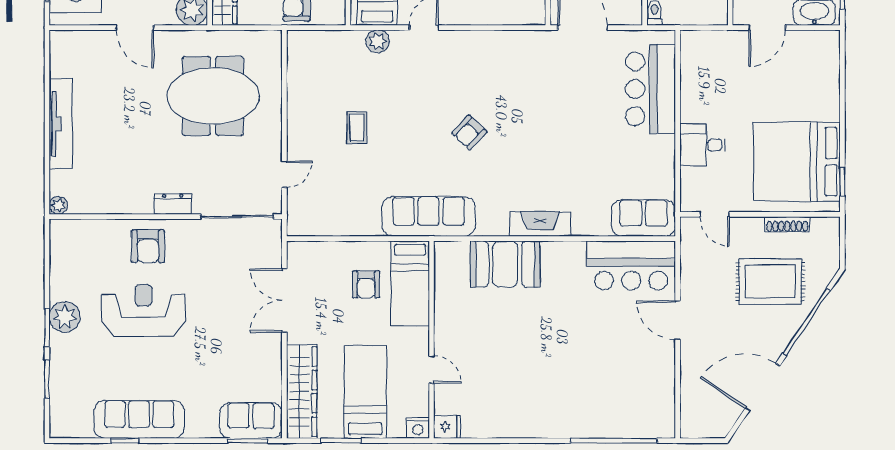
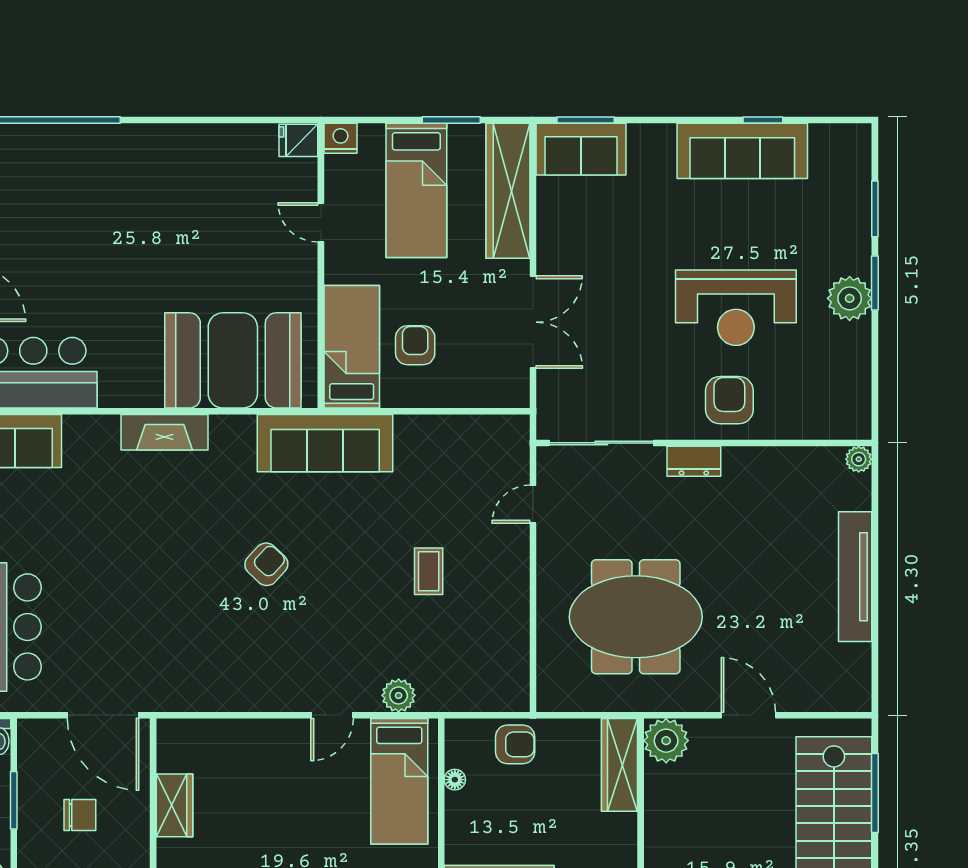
booth: (505, 264) -> (233, 360), width x1.36, depth x1.42

